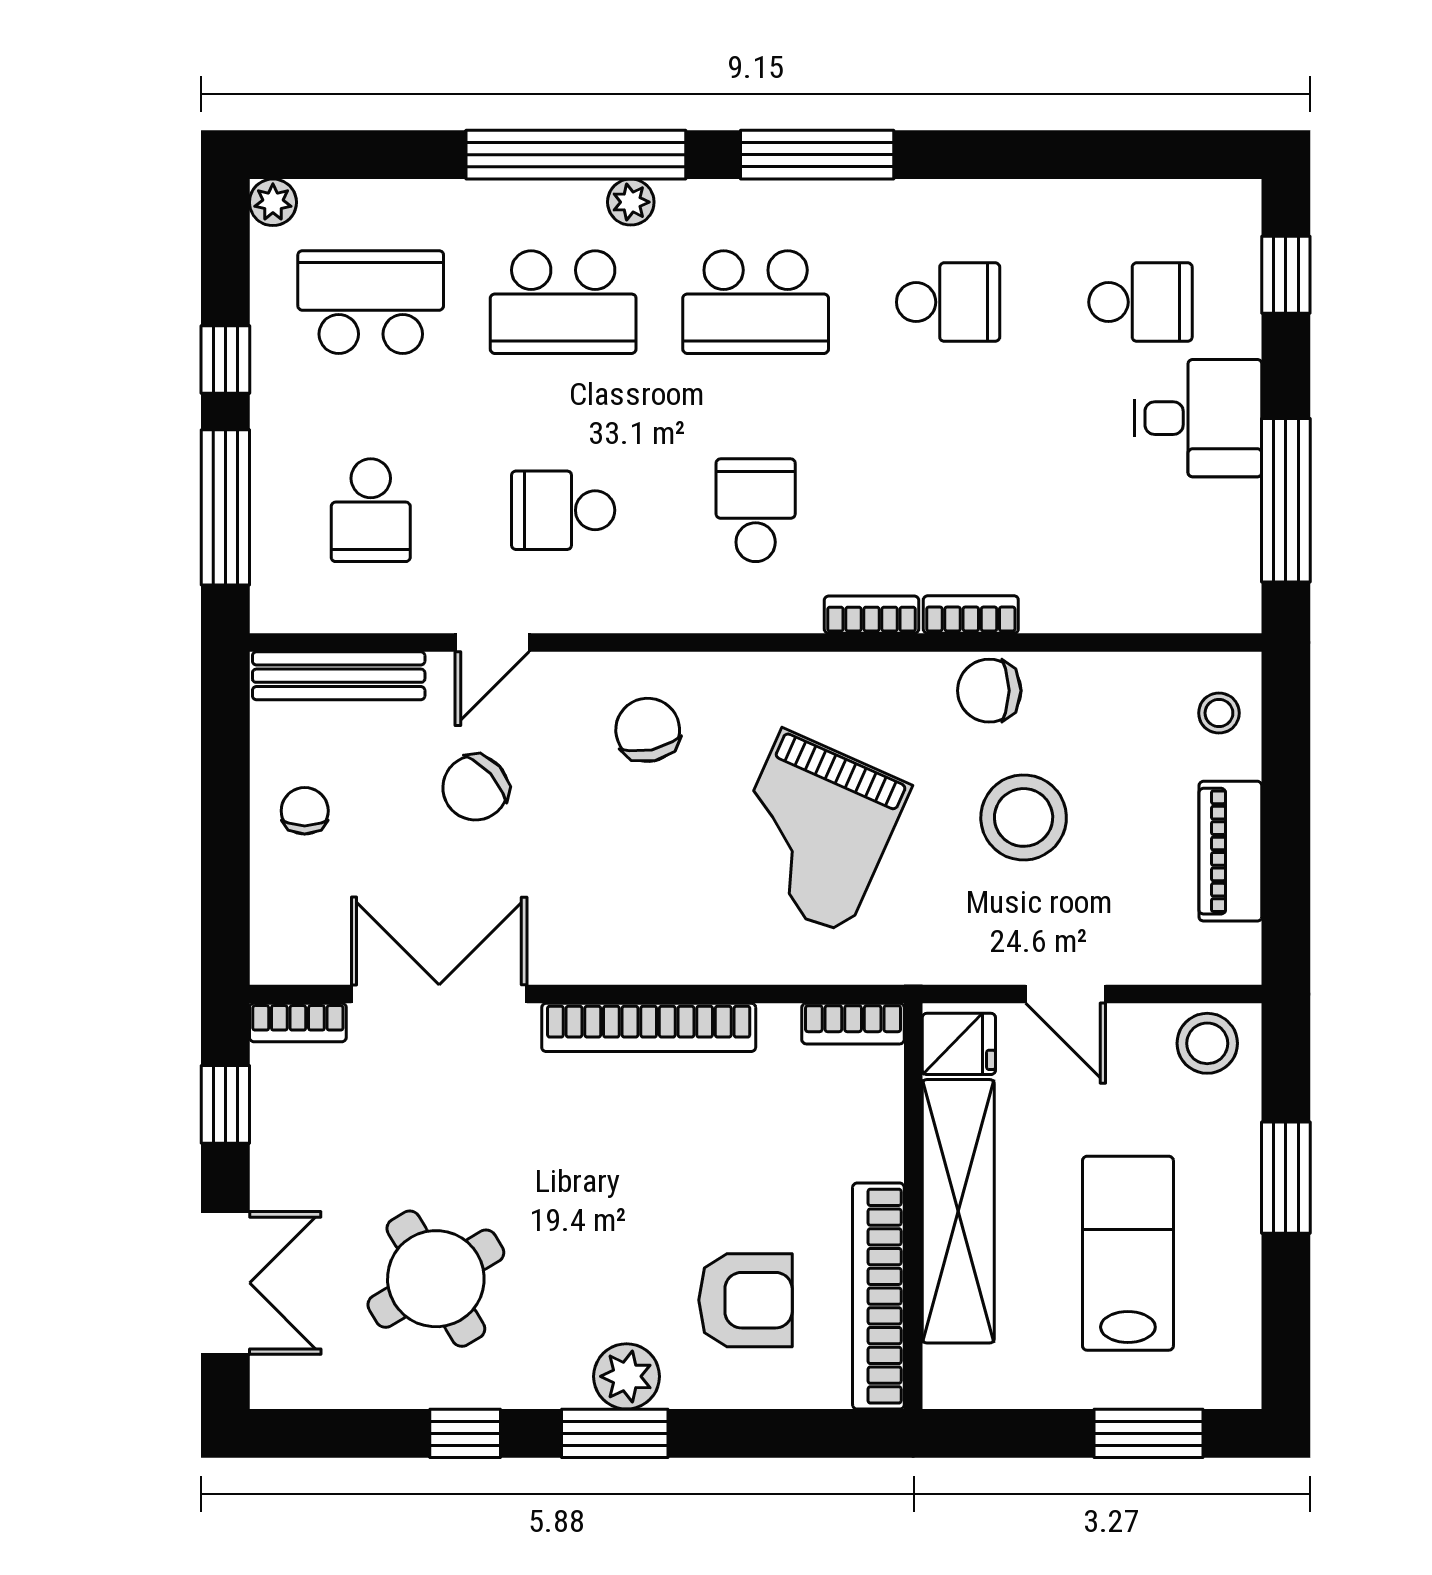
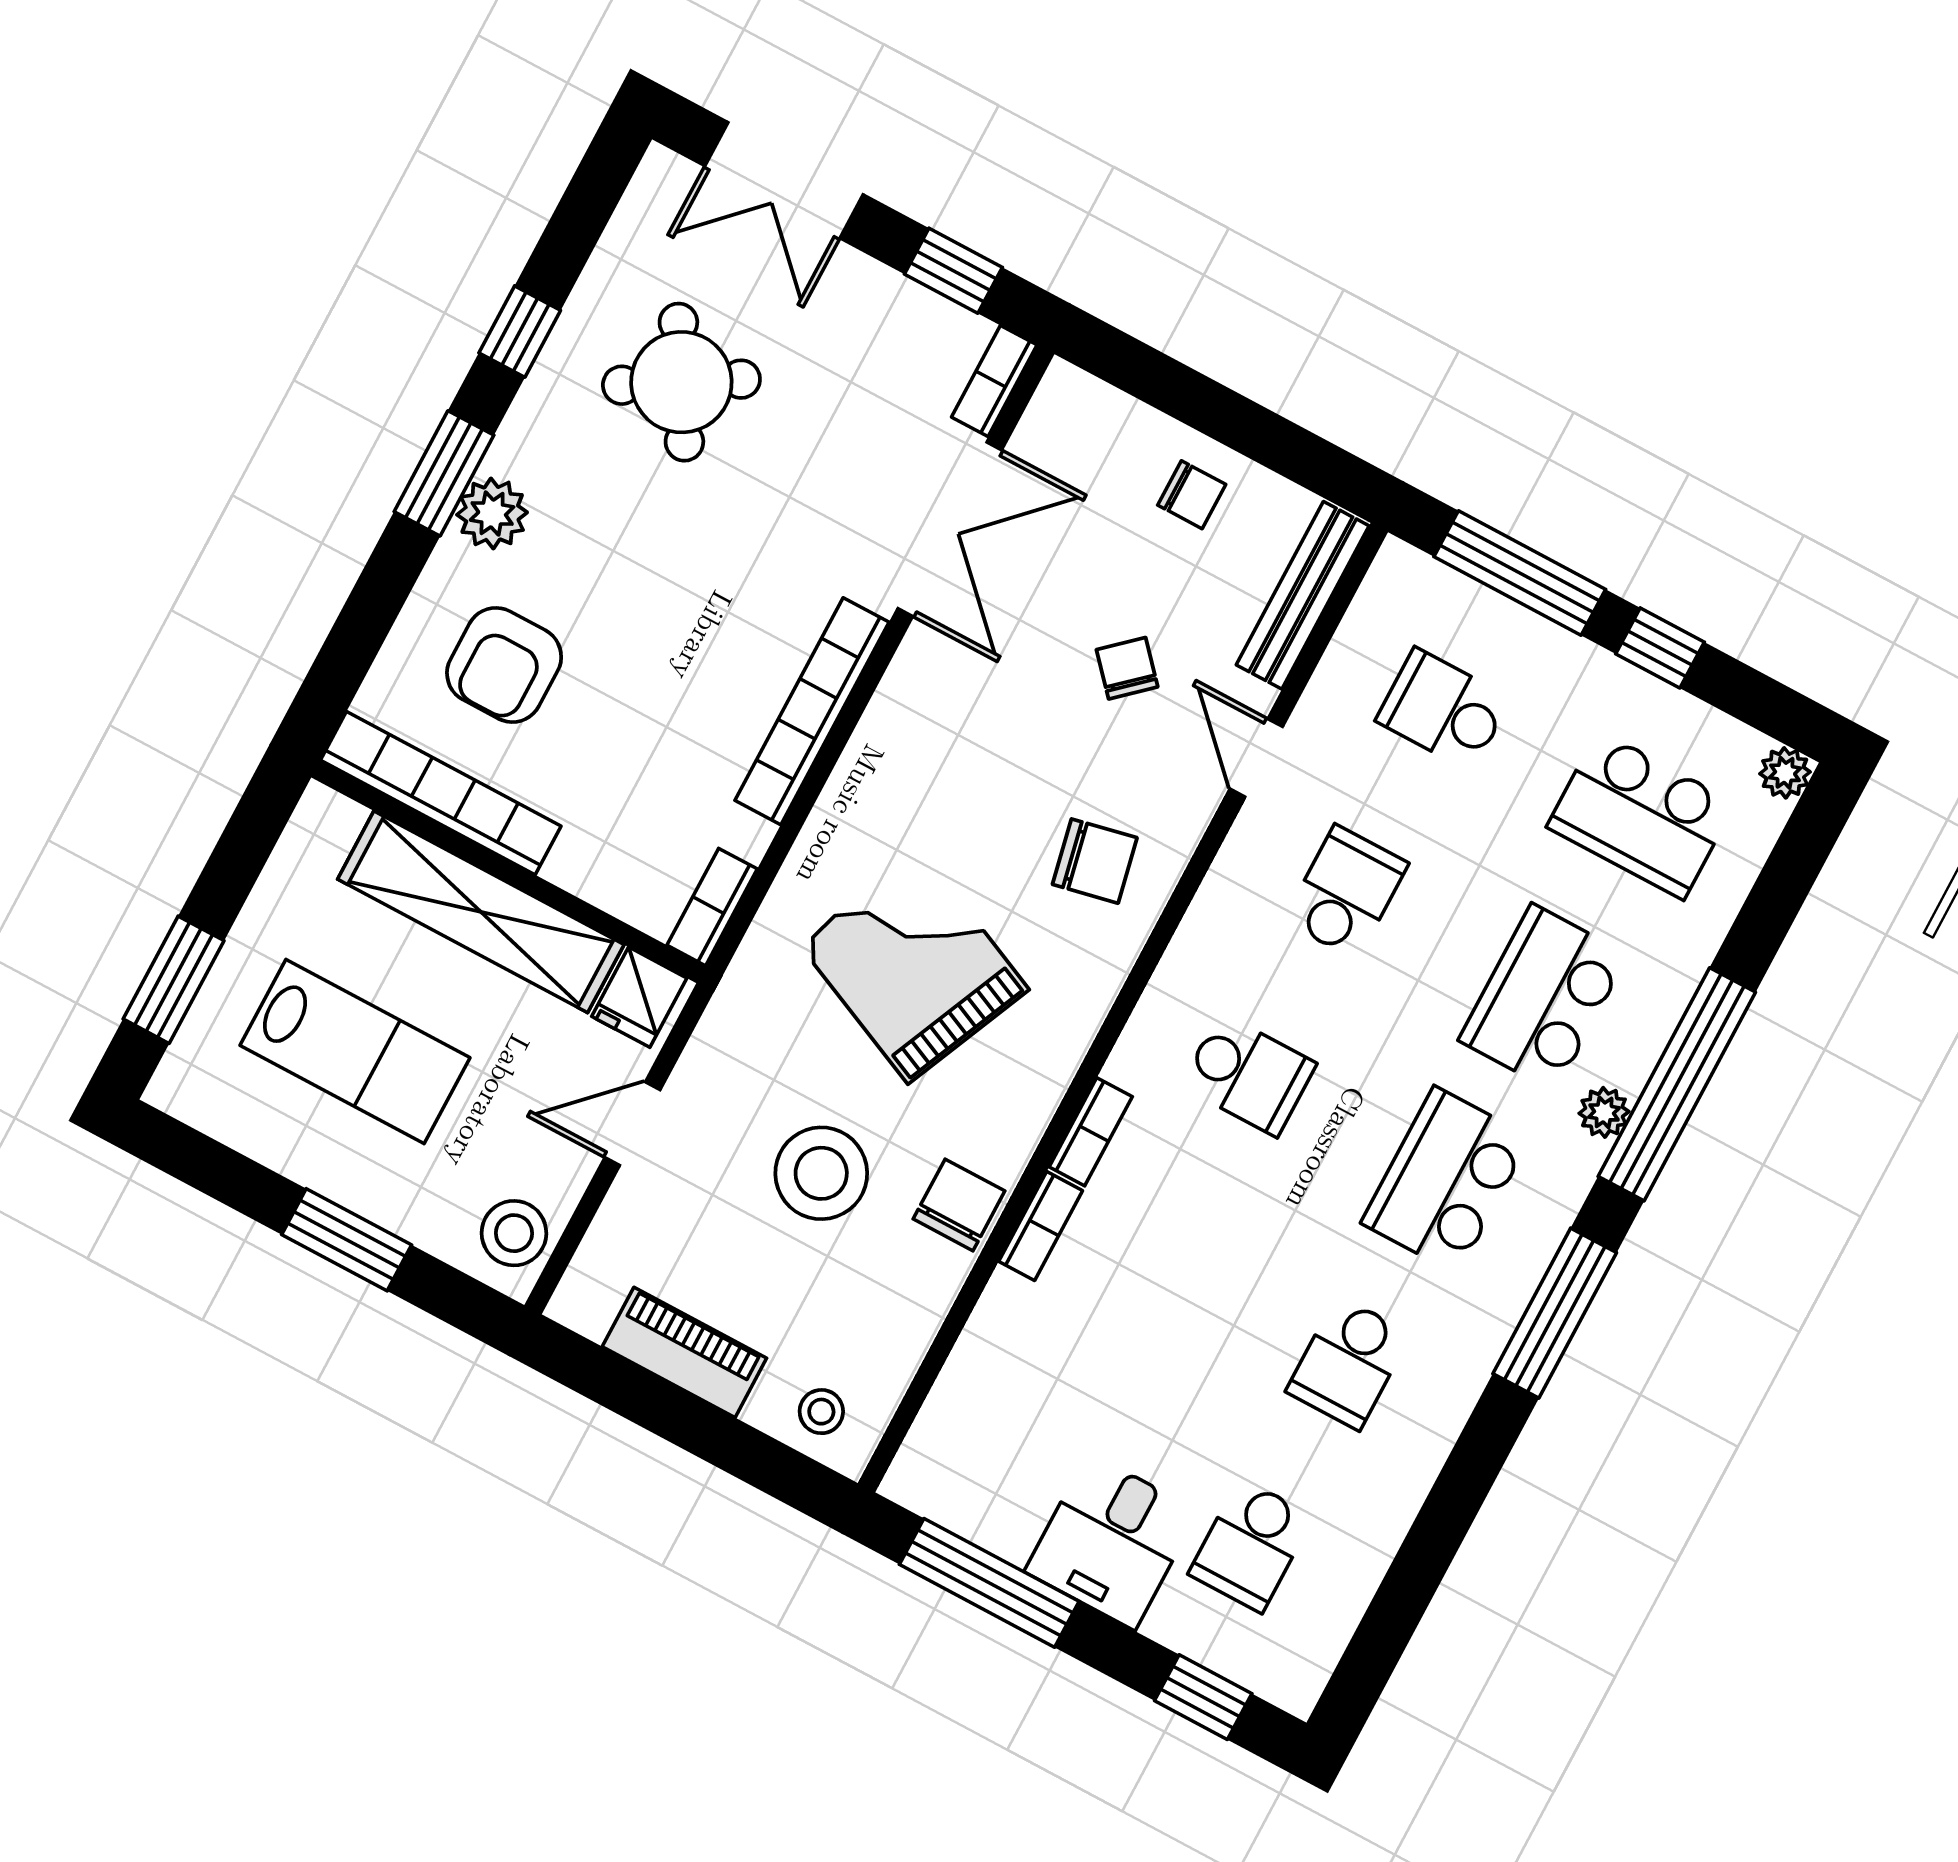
school desk: (371, 302) -> (1641, 815), turned 90
chair: (475, 788) -> (1127, 668), width x0.73, depth x0.73

